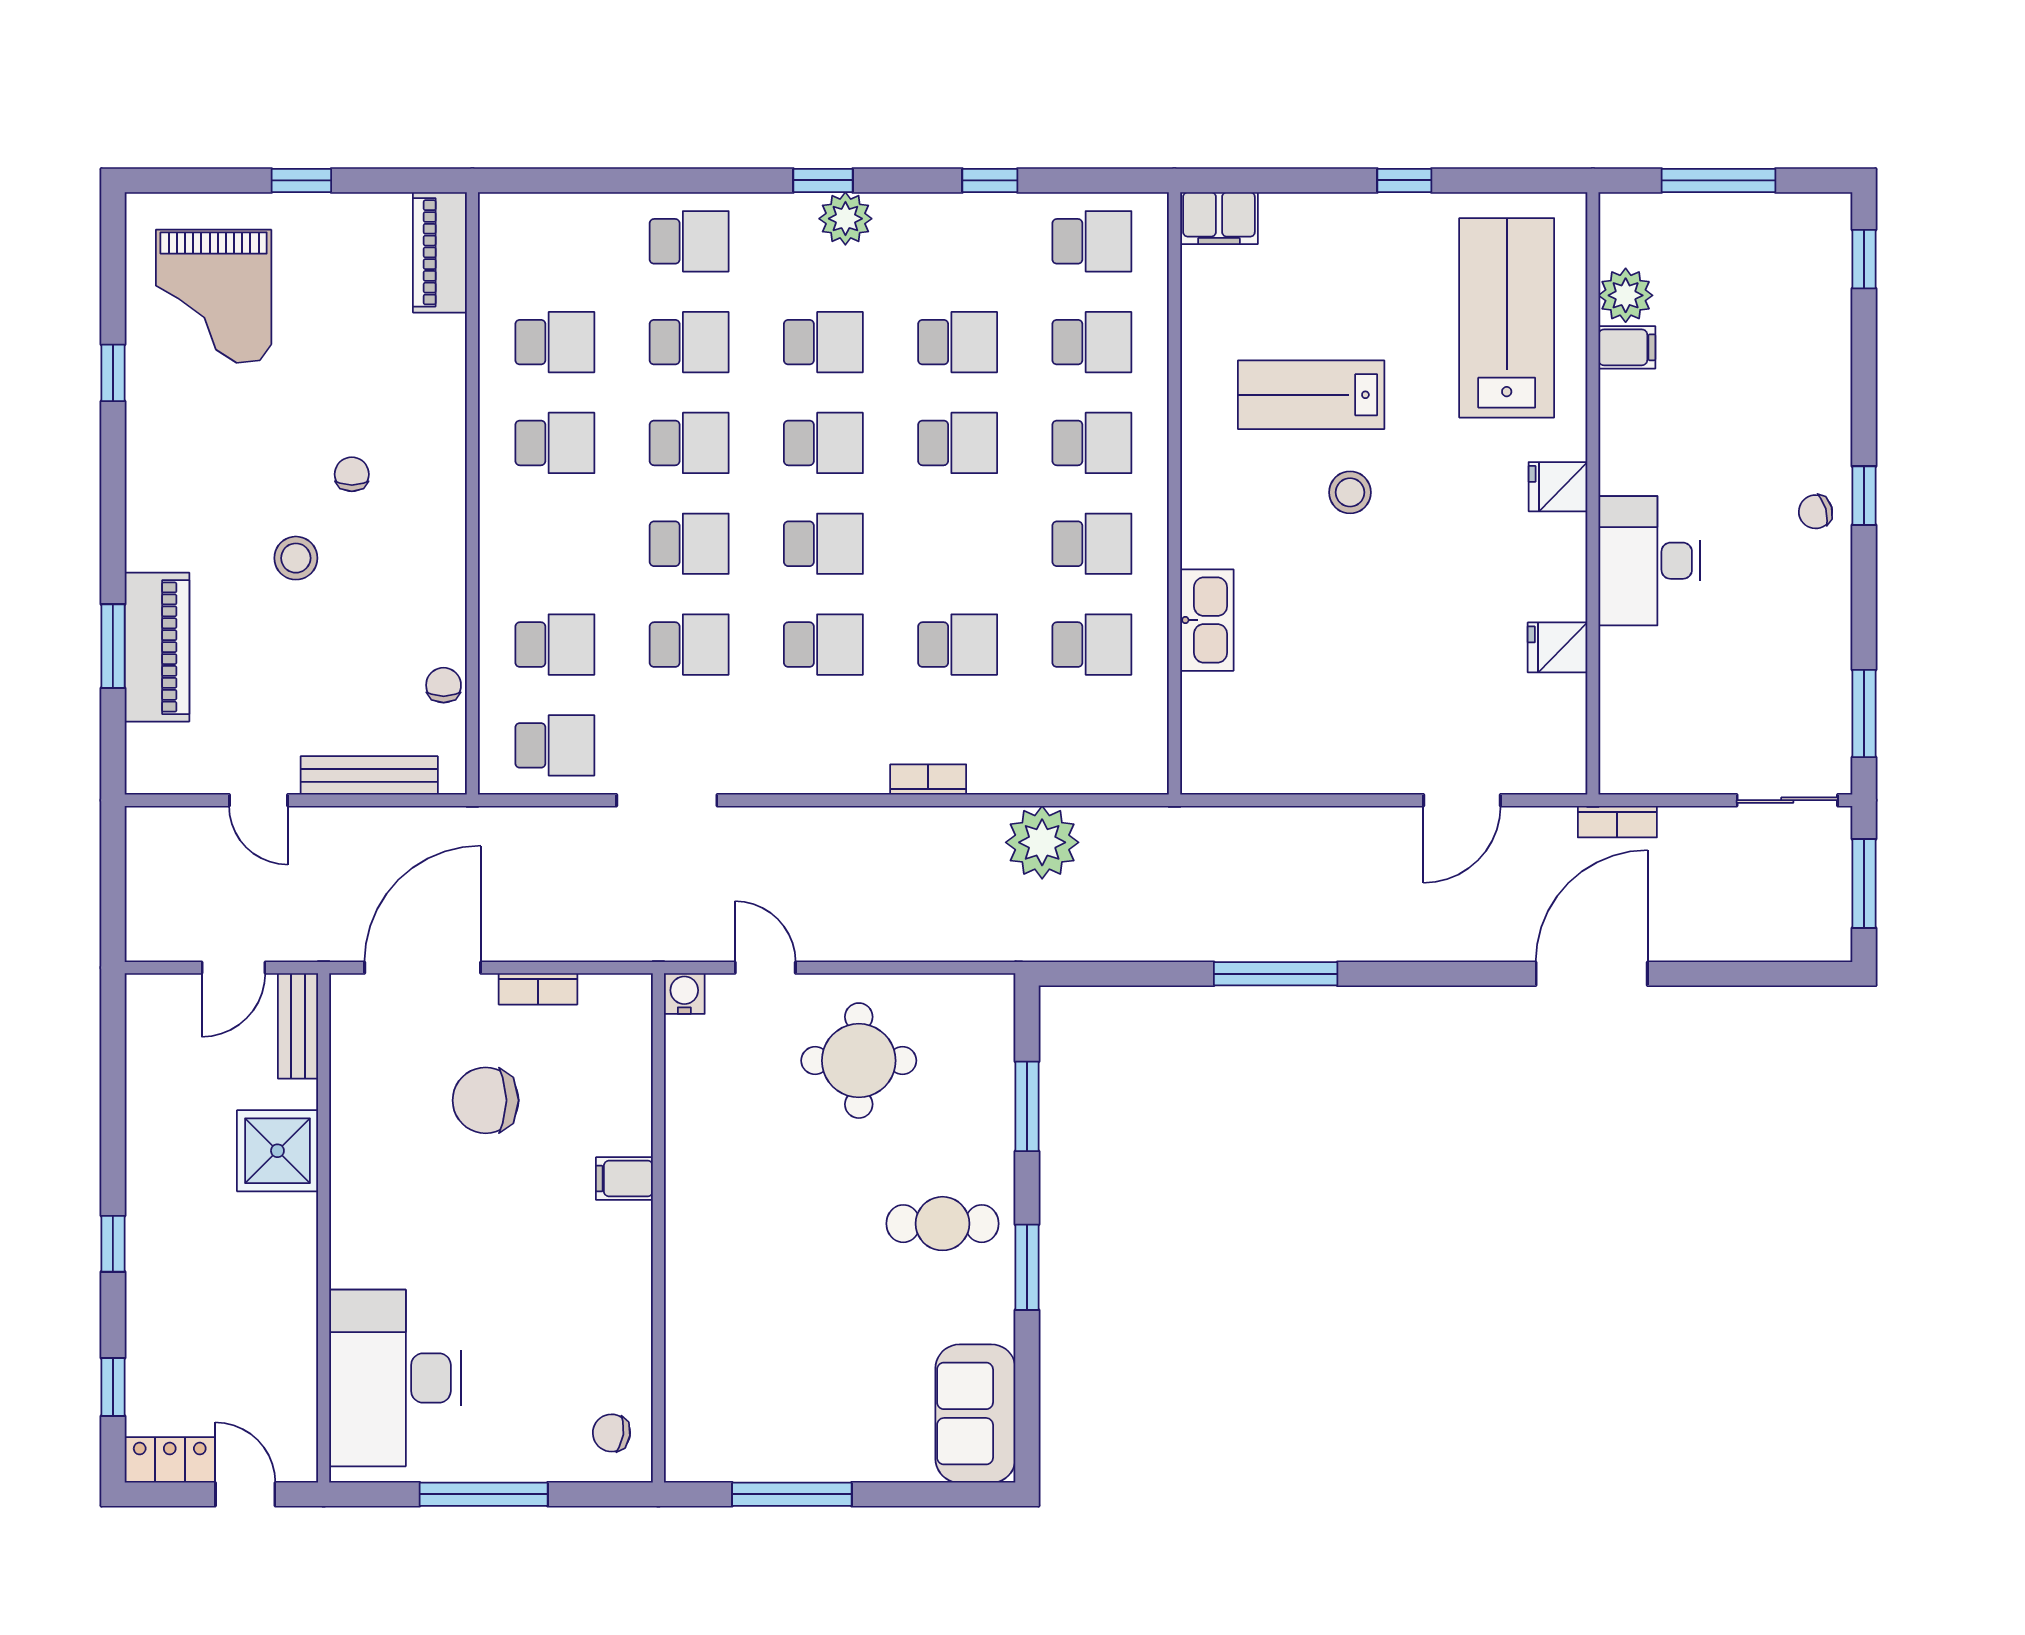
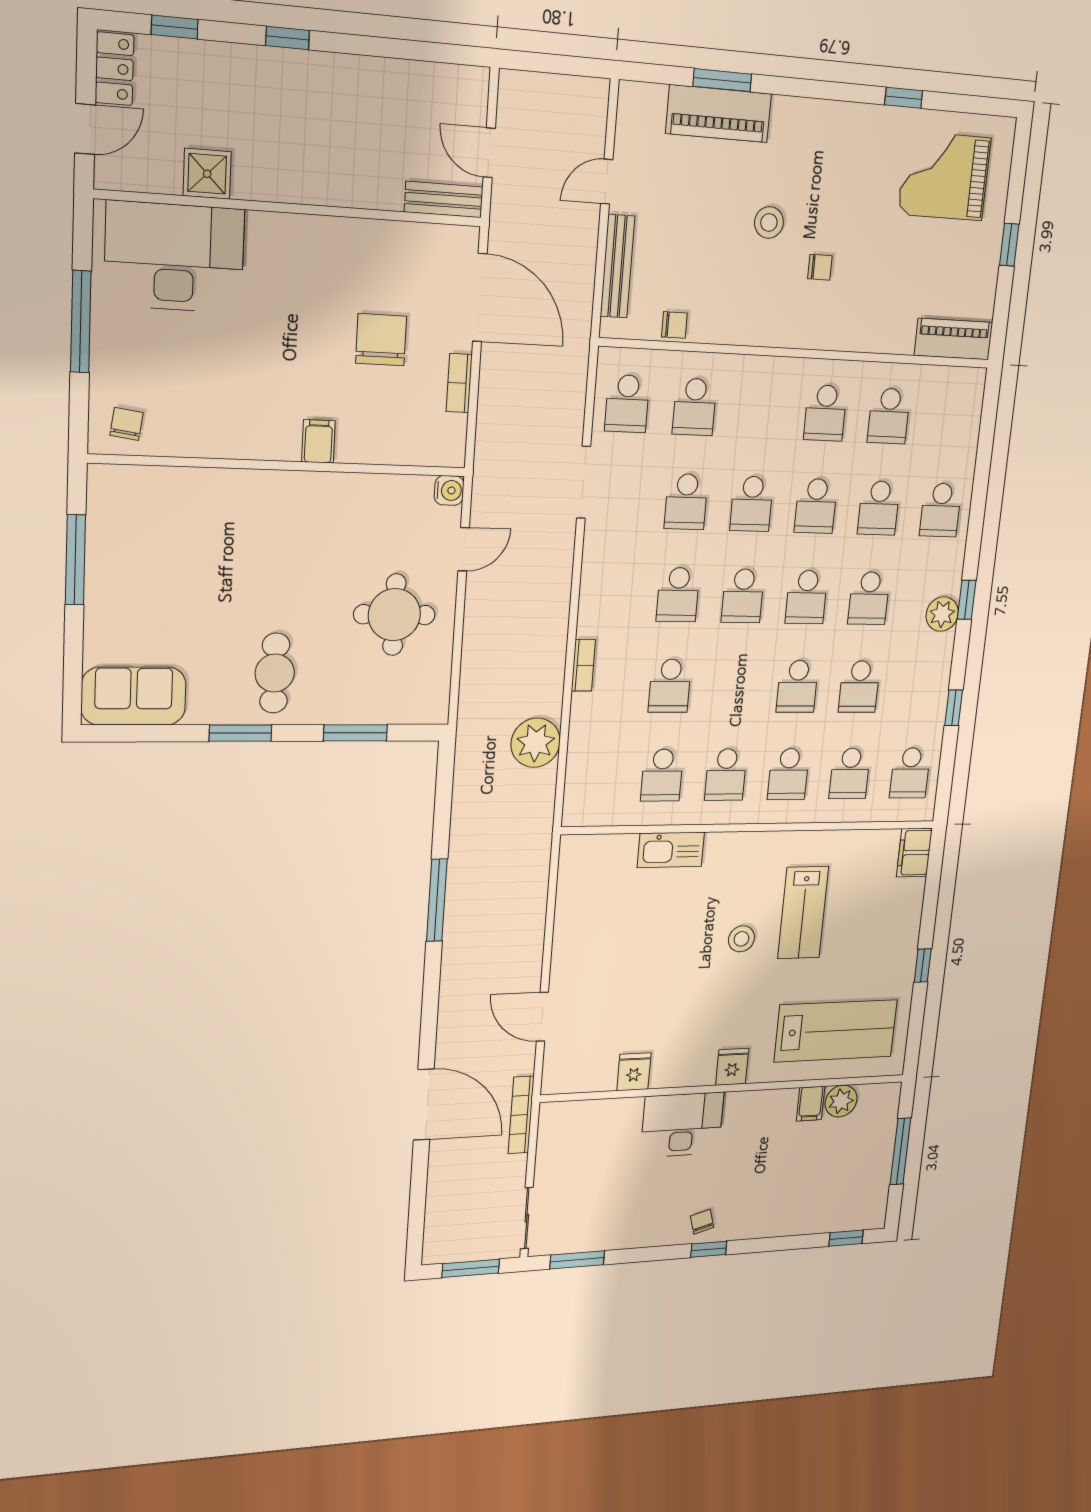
lab bench: (1311, 395) -> (803, 913), turned 180
bookcase: (1617, 822) -> (521, 1115), width x1.56
shower: (277, 1151) -> (207, 174), moved, width x0.73, depth x0.73

